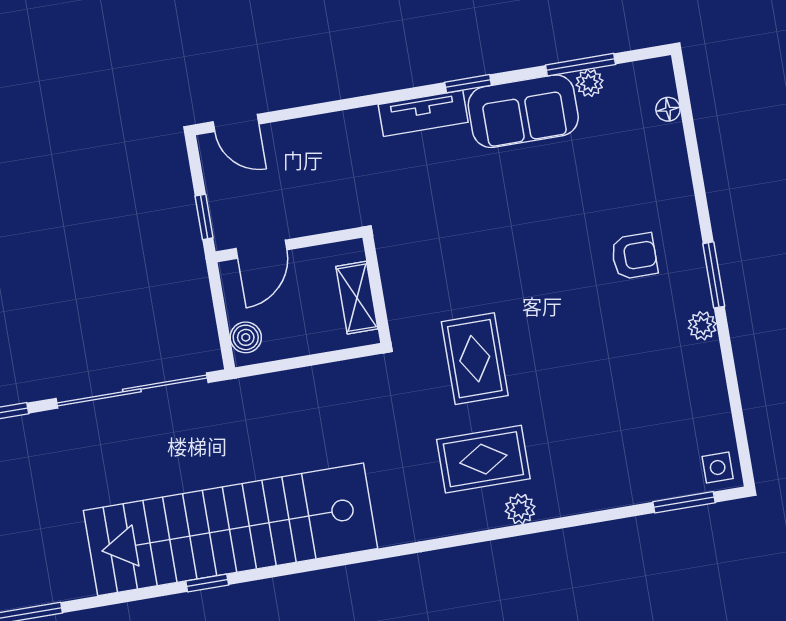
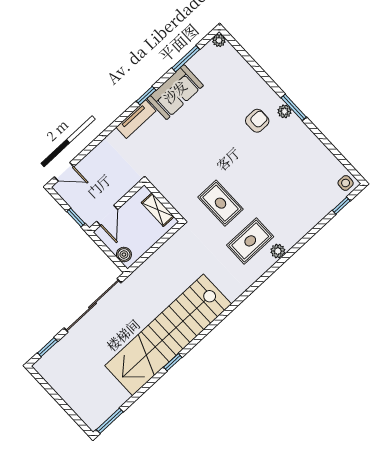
plant: (589, 83) -> (219, 40), moved
floor lamp: (668, 109) -> (232, 54), removed
plant: (702, 326) -> (284, 111), moved
window: (684, 502) -> (341, 206), width x0.67

